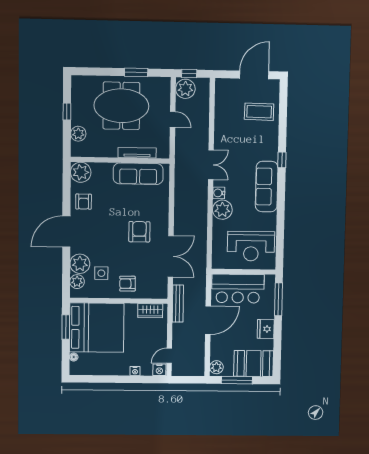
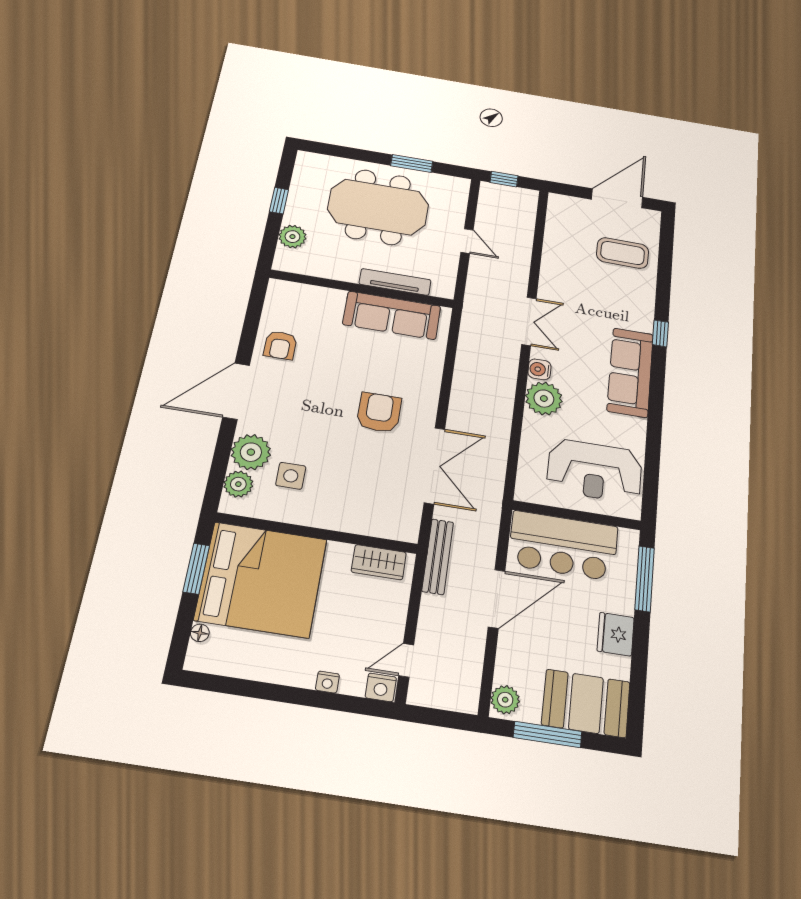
plant: (185, 89) -> (495, 200), removed
plant: (81, 172) -> (285, 297), removed
armchair: (127, 284) -> (340, 503), removed

